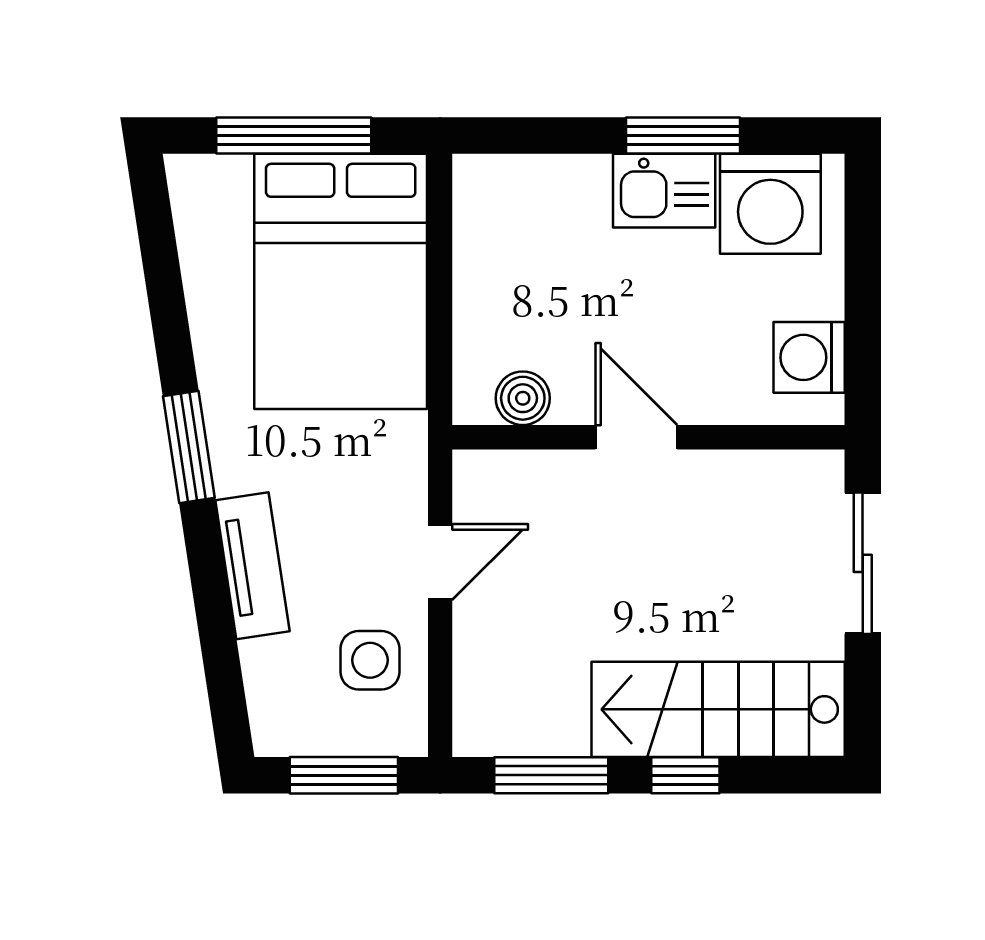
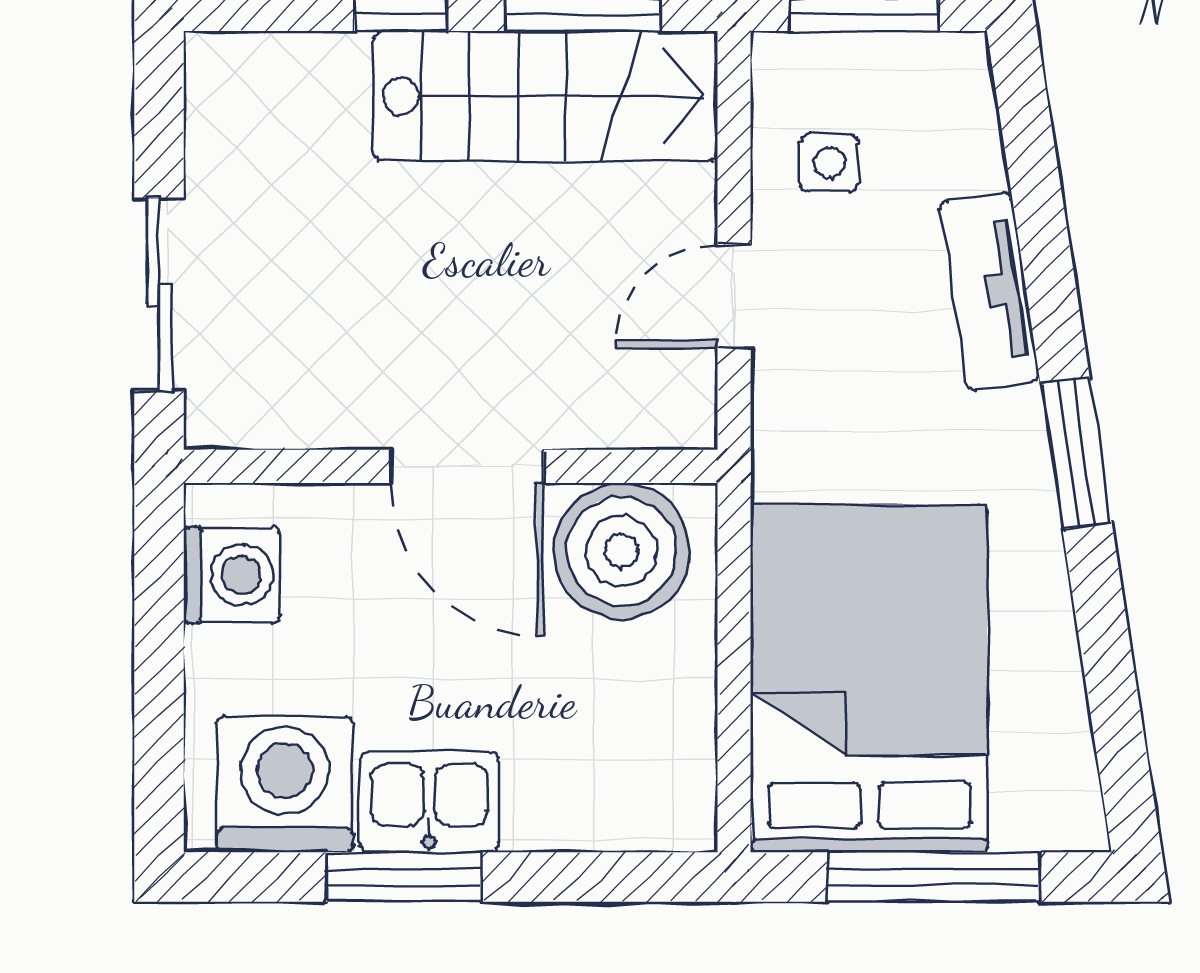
boiler: (523, 398) -> (622, 551), width x1.86, depth x1.86
door: (636, 437) -> (467, 466), width x1.38
side table: (370, 660) -> (830, 163), width x0.73, depth x0.73
stairs: (718, 709) -> (545, 96), moved

